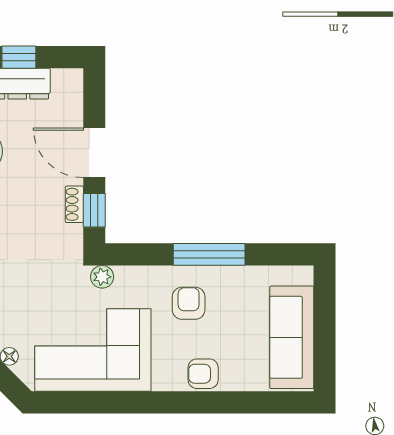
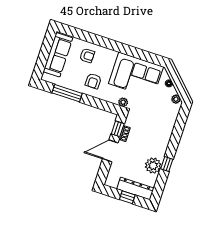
door: (94, 153) -> (110, 151), swing flipped
window: (209, 254) -> (67, 93), moved
armchair: (203, 374) -> (87, 56), moved

